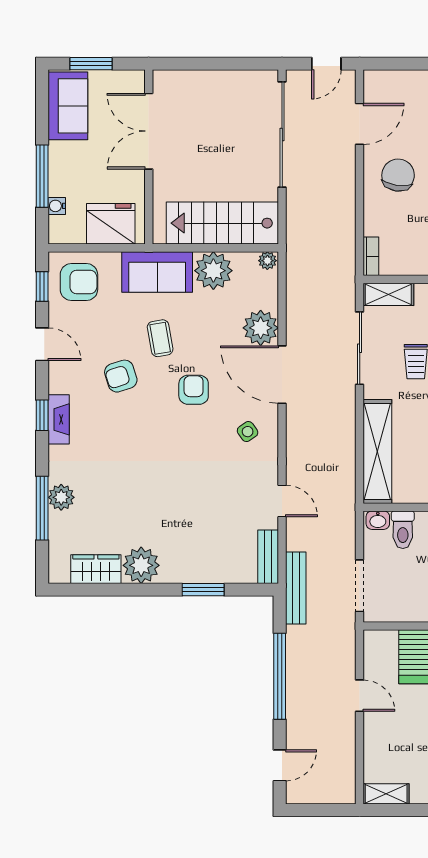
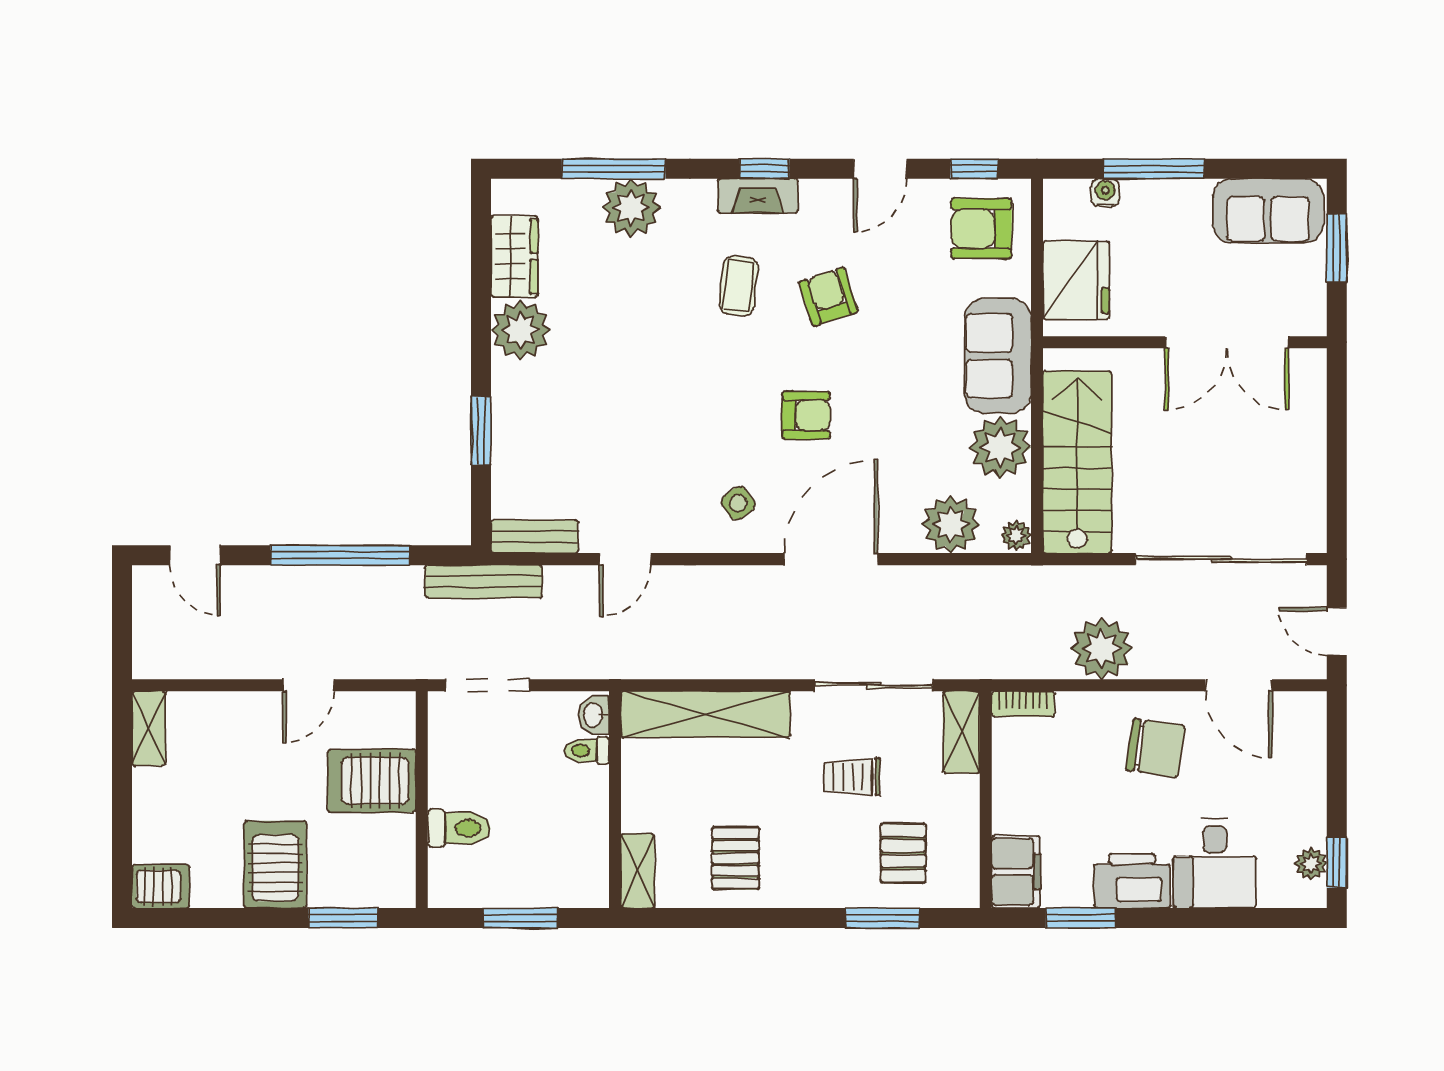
double door: (149, 131) -> (1227, 342), swing flipped
plant: (337, 208) -> (1102, 649), added
armchair: (79, 282) -> (981, 229), turned 90
plant: (261, 328) -> (951, 524), moved
coffee table: (160, 338) -> (738, 286), moved, turned -74
plant: (61, 497) -> (631, 208), width x1.36, depth x1.36
toilet: (403, 530) -> (587, 751), width x0.73, depth x0.72

